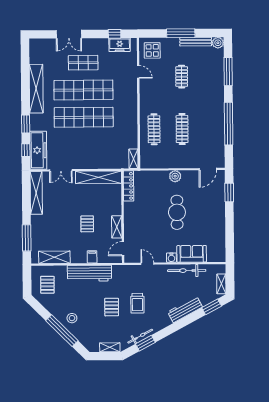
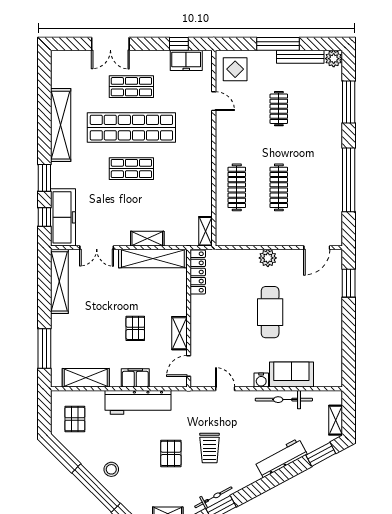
shop shelf: (84, 117) -> (131, 169), width x0.50, depth x0.74
shelving: (95, 164) -> (147, 239), added
filing cabinet: (92, 257) -> (135, 378), width x2.00

